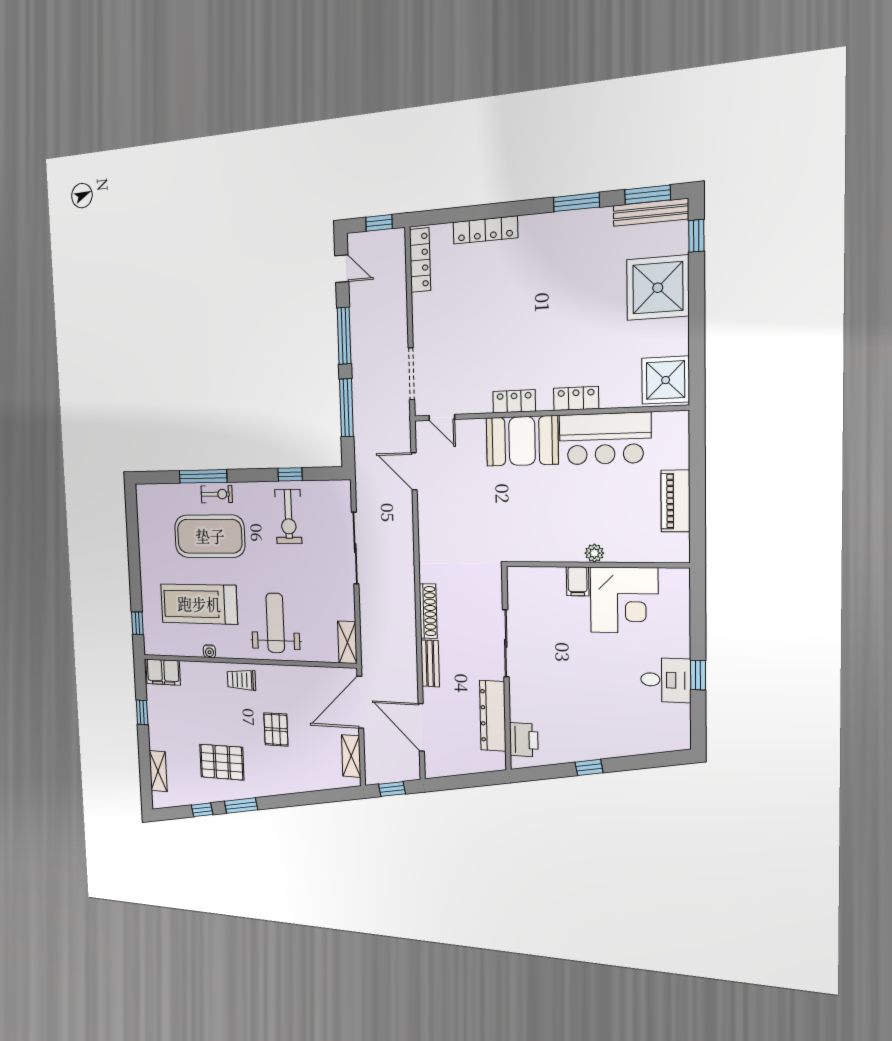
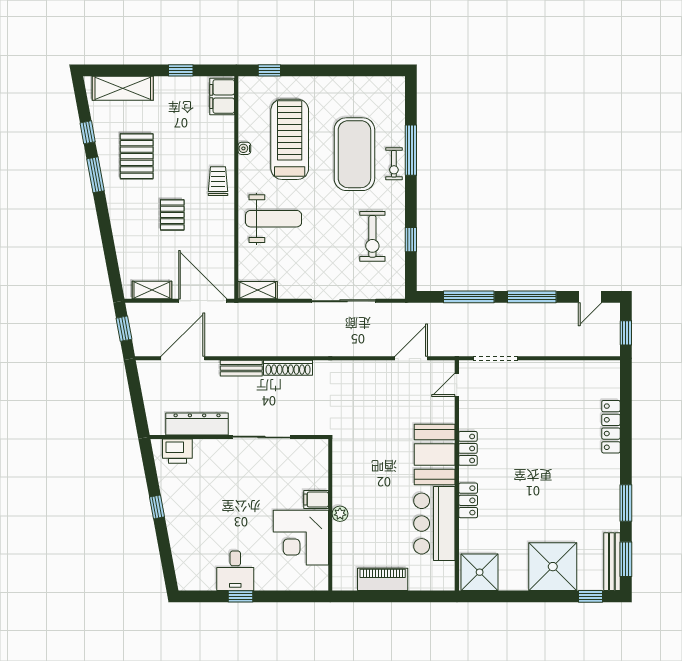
locker: (420, 260) -> (591, 369), removed
exercise bike: (288, 517) -> (372, 236), turned -90
pallet: (276, 730) -> (172, 215), turned 90
shelving: (158, 771) -> (123, 88), width x1.50, depth x1.33

